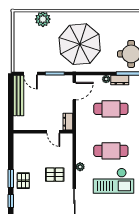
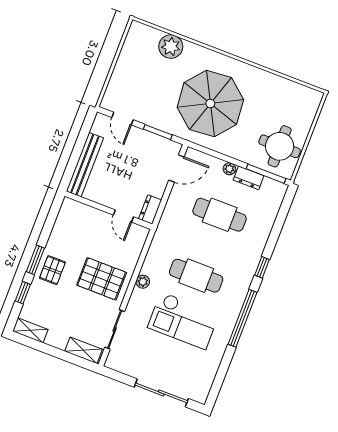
bench: (18, 95) -> (85, 165), moved
pallet: (55, 175) -> (102, 279), width x1.50, depth x1.42

